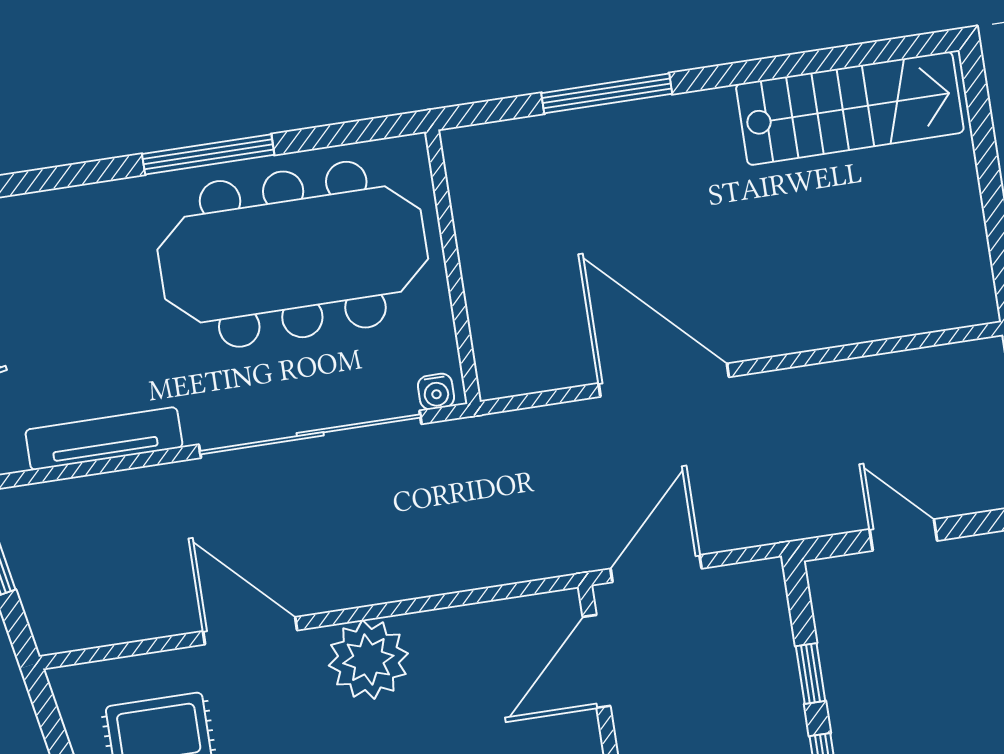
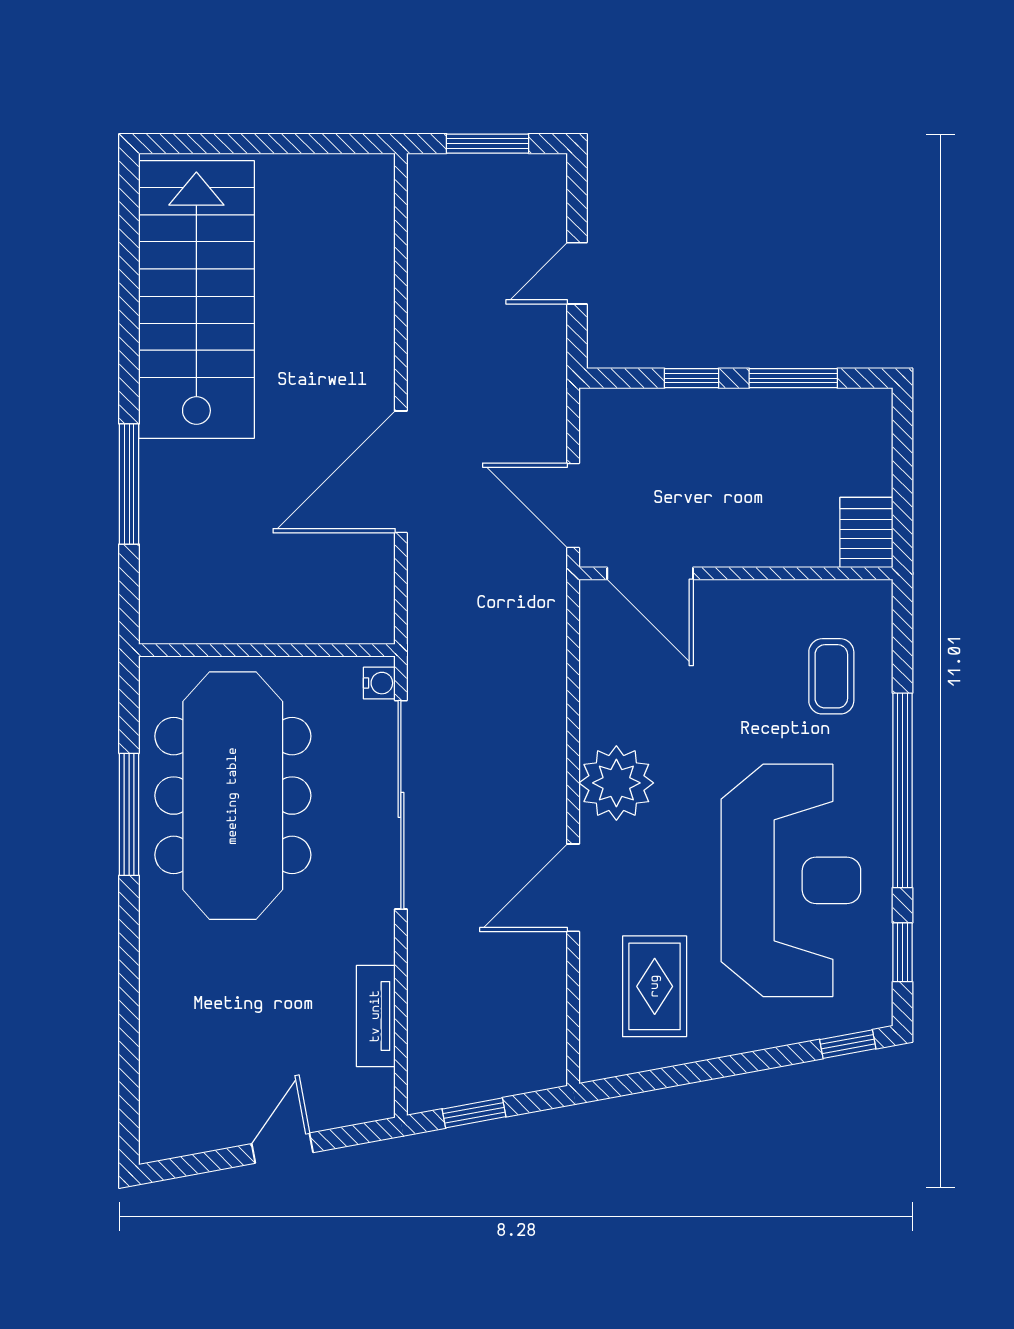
stairs: (850, 108) -> (196, 299), width x1.36, depth x1.51
window: (208, 154) -> (129, 814), moved
tv unit: (104, 439) -> (376, 1016), width x0.71

